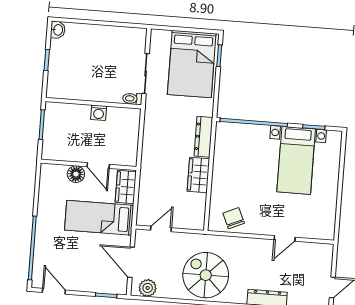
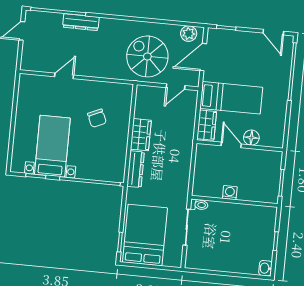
chair: (234, 218) -> (97, 118), moved
door: (131, 262) -> (203, 57), swing flipped
spiral stairs: (206, 275) -> (147, 56), moved, turned 180

